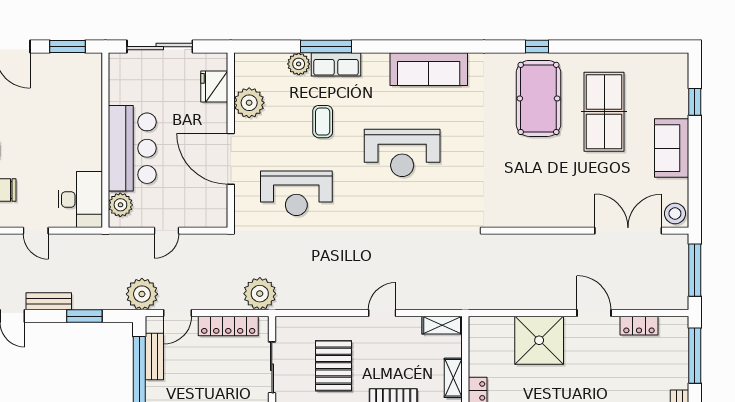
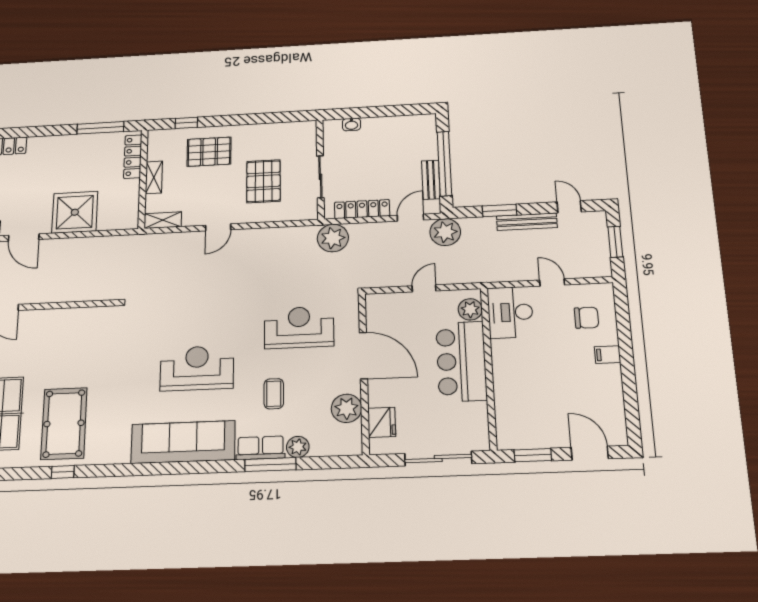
sofa: (429, 69) -> (183, 442), width x1.36, depth x1.27
bench: (49, 301) -> (527, 222), width x1.36

